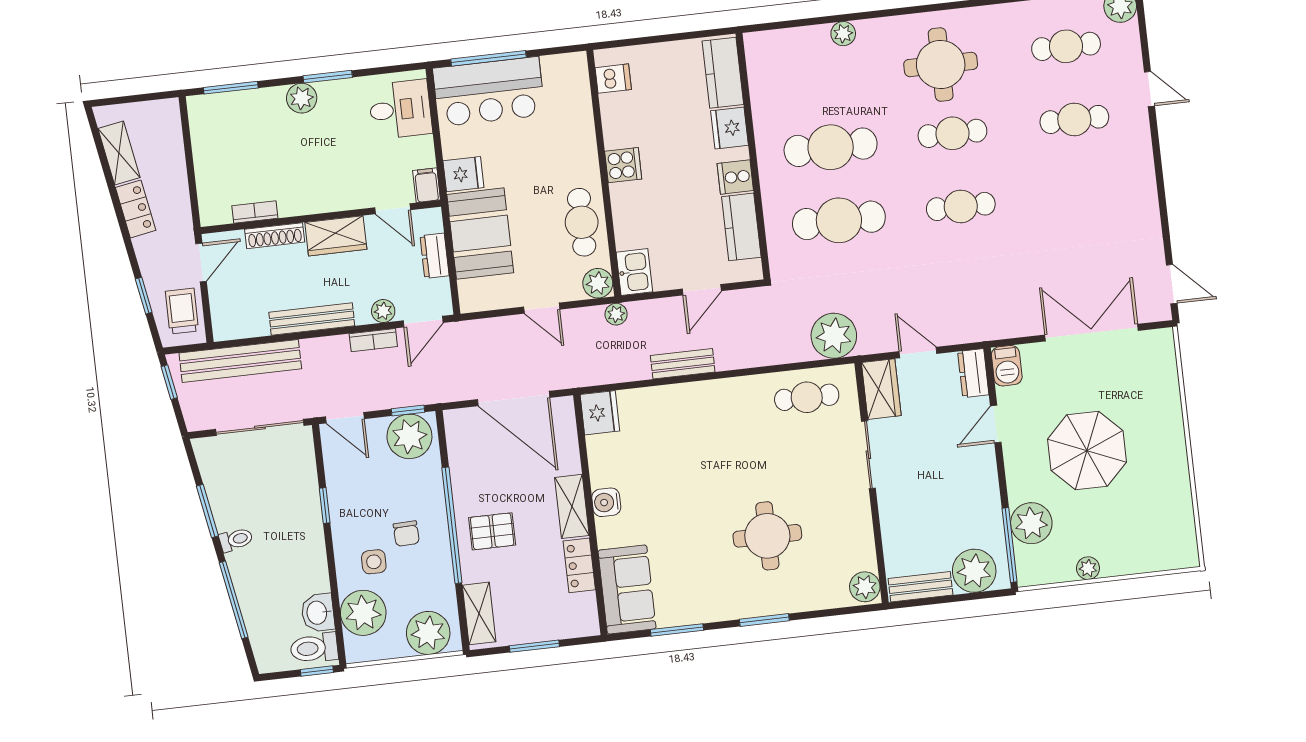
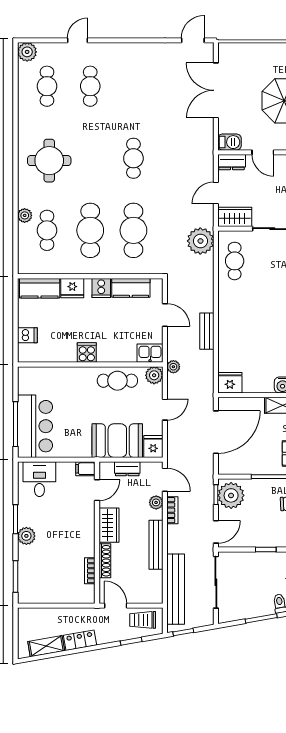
dishwasher: (613, 79) -> (27, 335), moved, turned 90
cafe table: (952, 133) -> (47, 230), moved
fridge: (463, 174) -> (153, 446), moved

